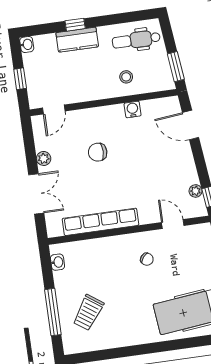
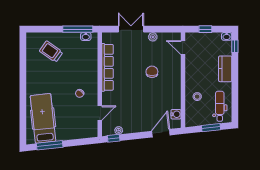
window: (75, 25) -> (235, 46), moved
window: (176, 67) -> (211, 128), moved
water cooler: (133, 109) -> (176, 114), moved
double door: (36, 194) -> (131, 29), swing flipped
window: (53, 312) -> (78, 29), moved

